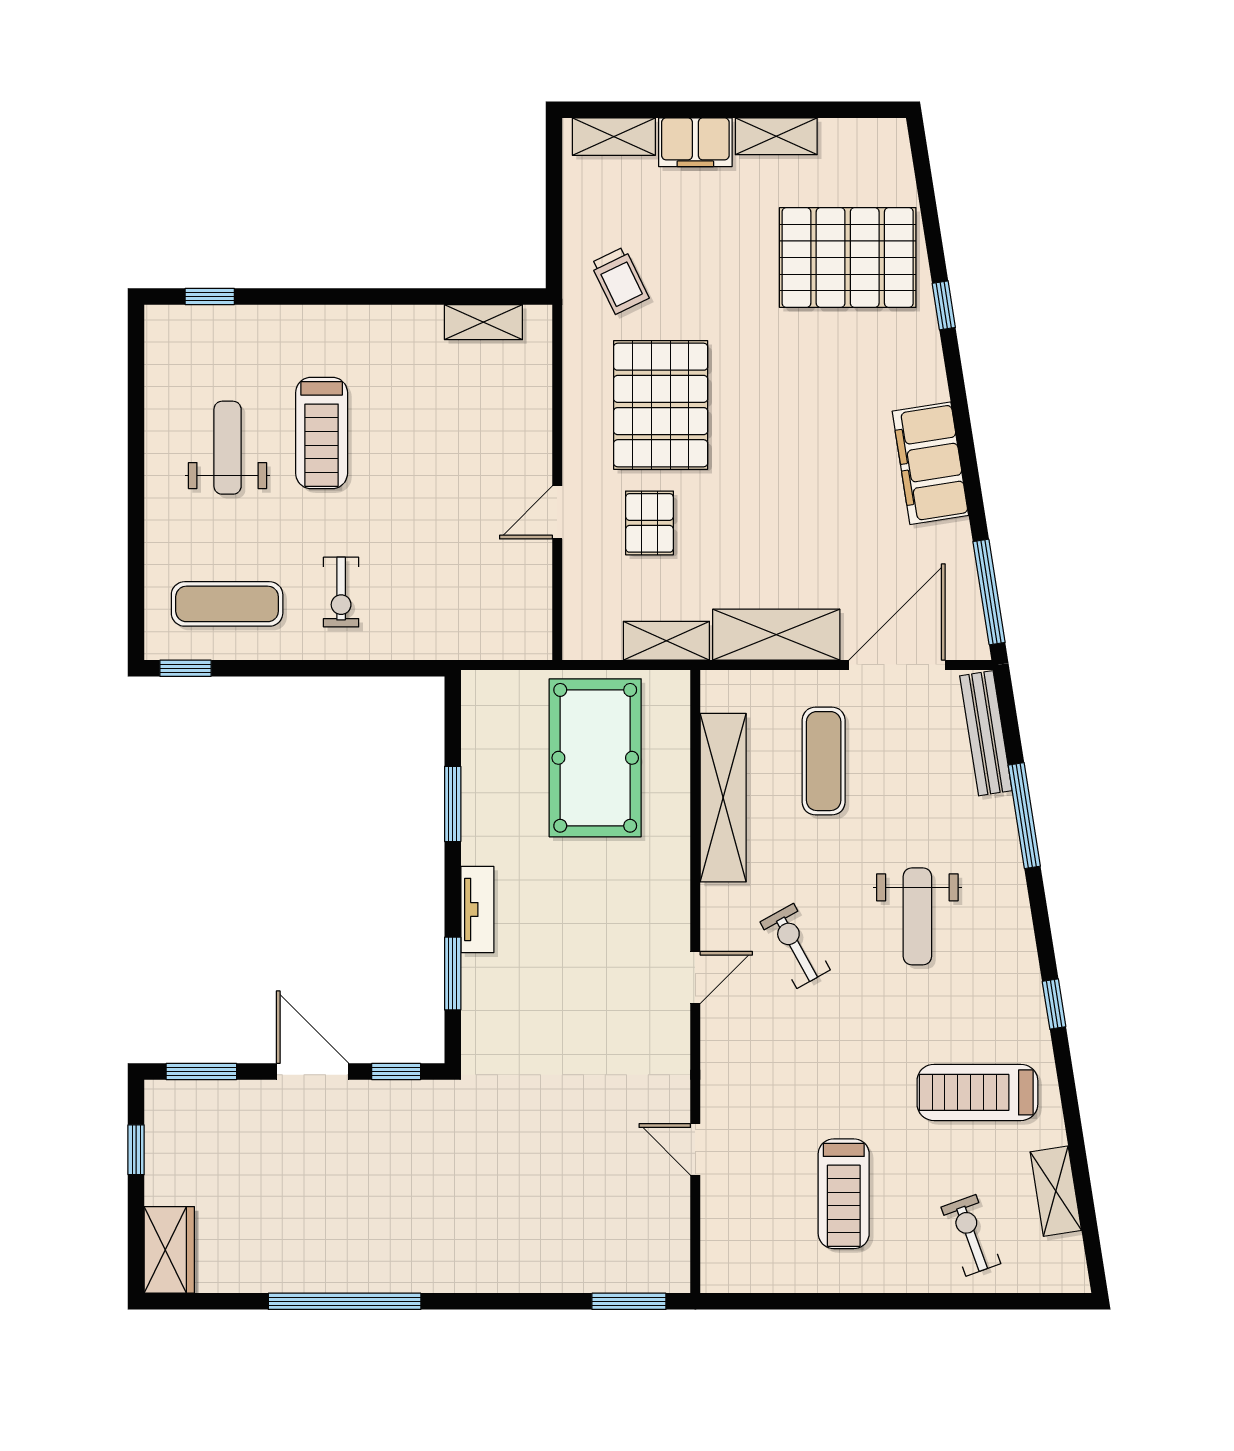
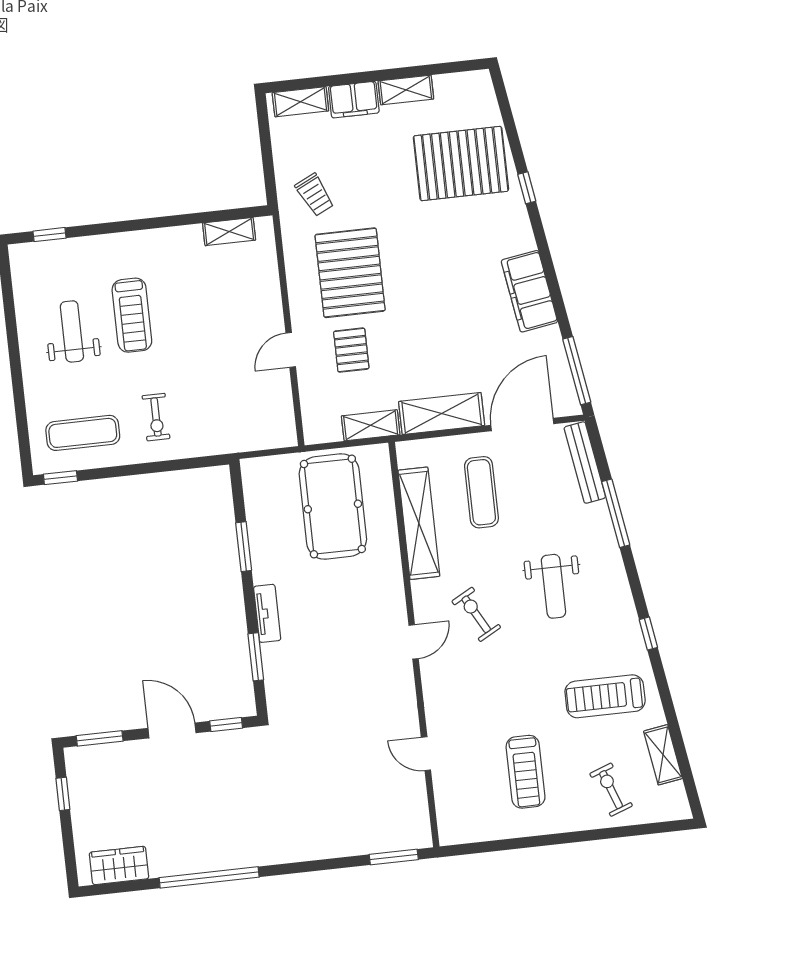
wardrobe: (169, 1250) -> (119, 865), moved, turned -90

